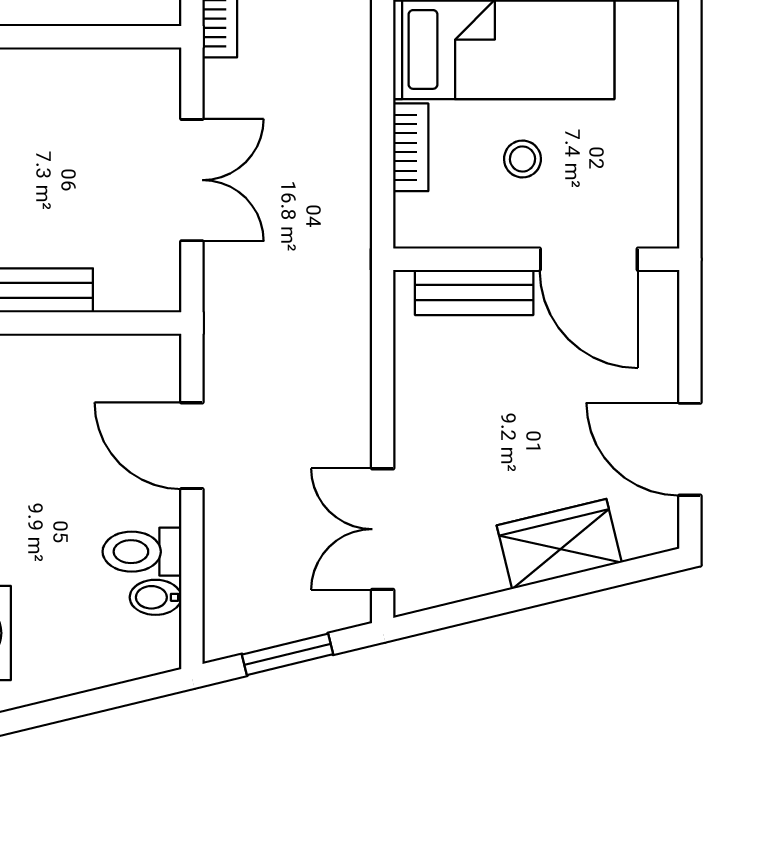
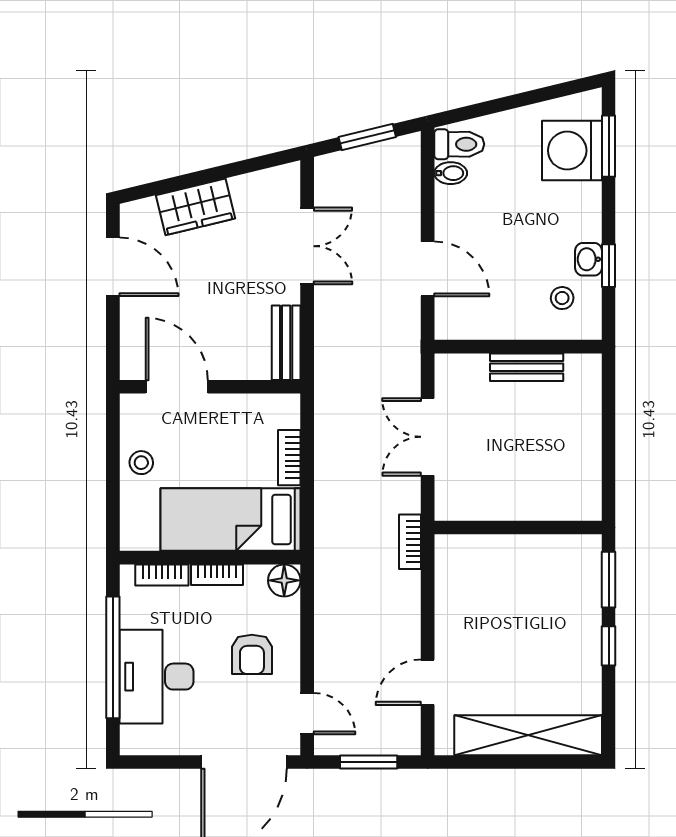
stool: (522, 159) -> (141, 463), moved
bench: (474, 293) -> (286, 343), moved, turned 90
double door: (383, 529) -> (307, 246), moved
toilet: (142, 552) -> (459, 144), moved

